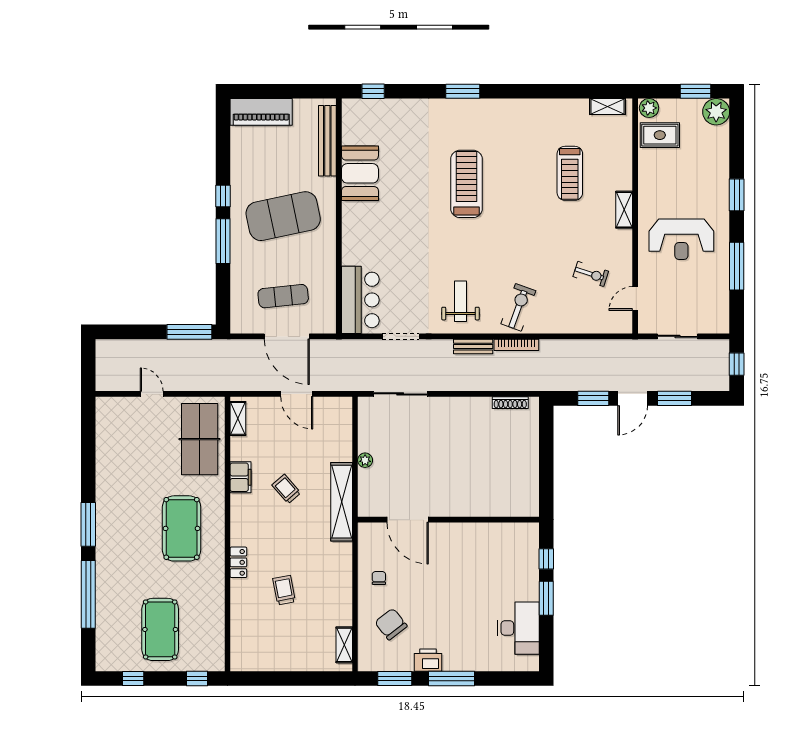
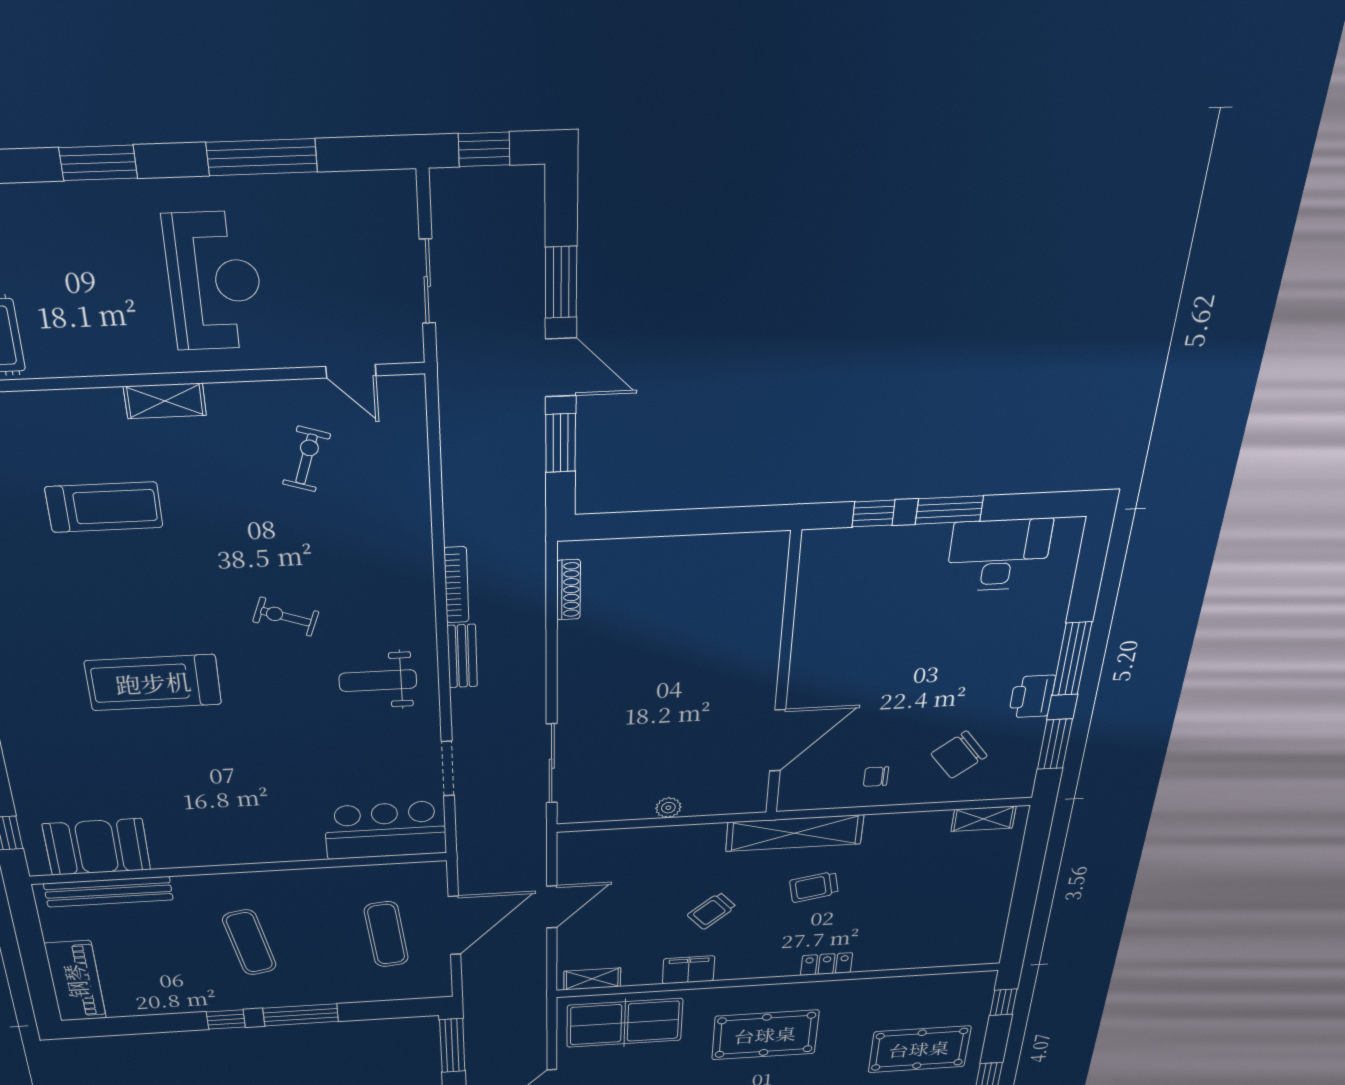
booth: (360, 173) -> (97, 847), moved
exercise mat: (283, 216) -> (249, 942), width x0.50, depth x0.69
exercise bike: (518, 307) -> (286, 617), moved, width x0.73, depth x0.72
shelving: (342, 502) -> (795, 833), moved
trolley: (284, 590) -> (814, 887), moved

